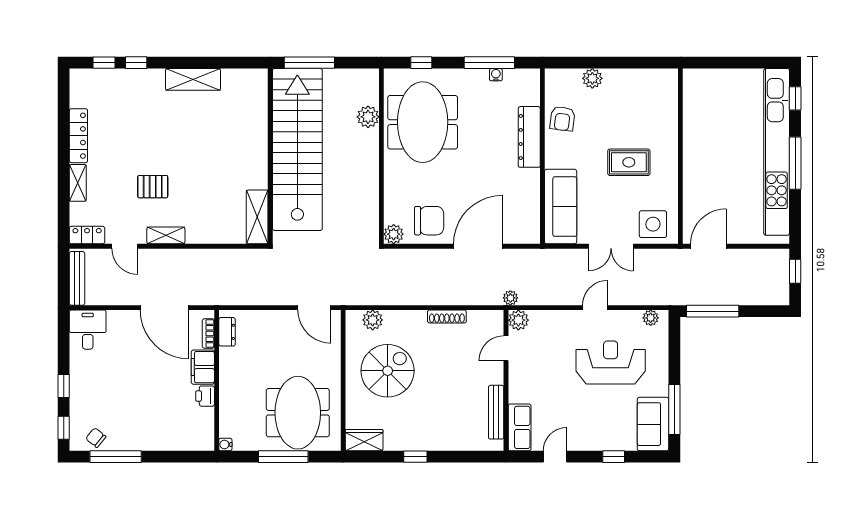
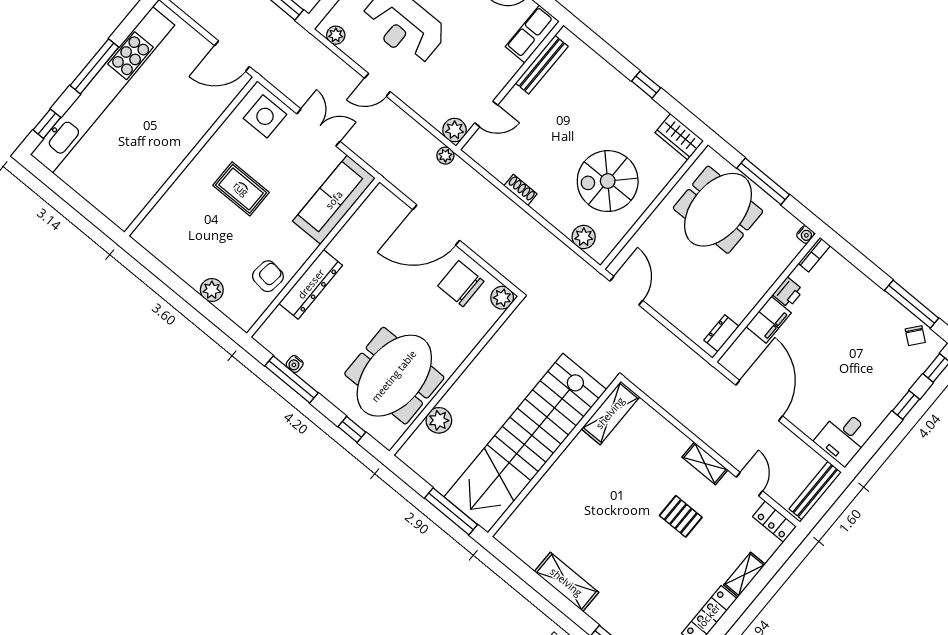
shoe rack: (447, 316) -> (520, 190), width x0.70
bookcase: (208, 333) -> (814, 254), moved

